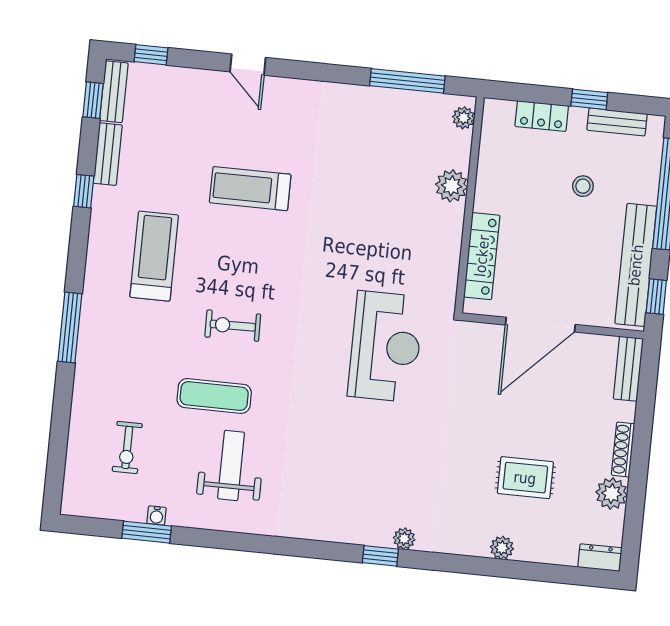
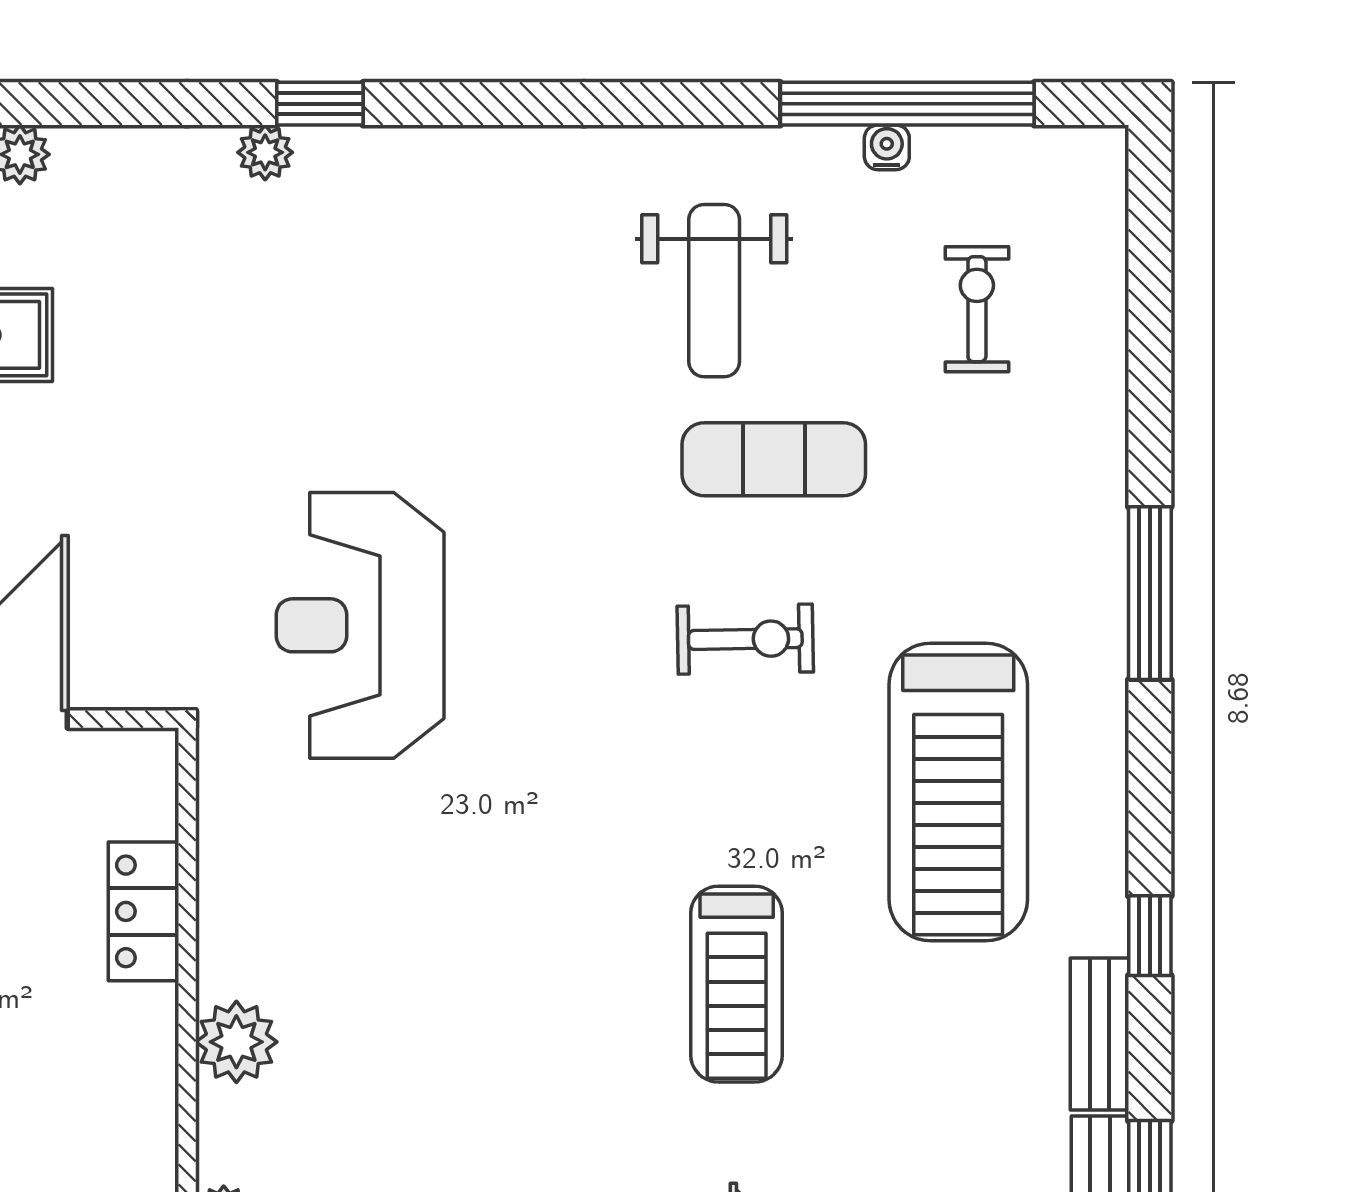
treadmill: (250, 189) -> (737, 984), turned 90
treadmill: (154, 256) -> (958, 792), width x1.37, depth x1.37
locker: (482, 256) -> (143, 911), width x0.66
window: (147, 532) -> (907, 104), width x2.11

